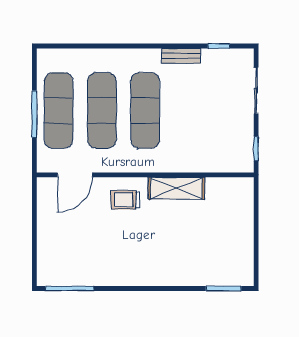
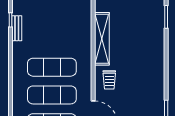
bench: (181, 56) -> (17, 28), moved
shelving: (176, 188) -> (102, 39), width x1.47

